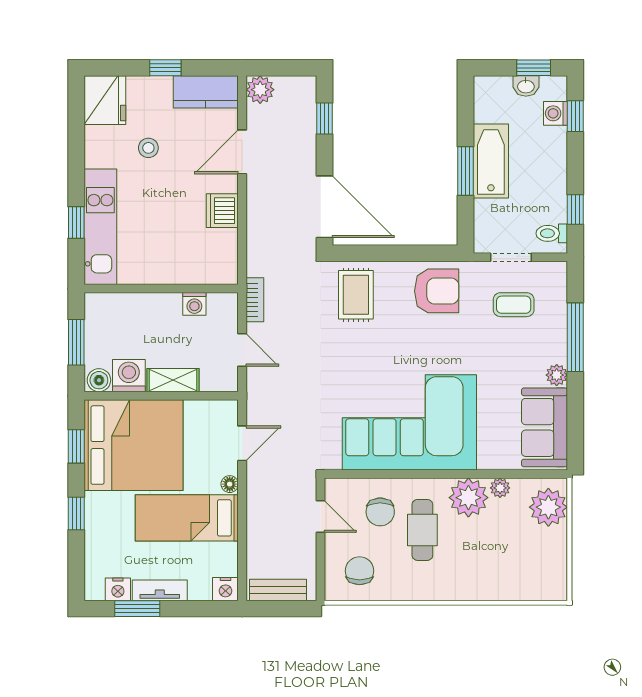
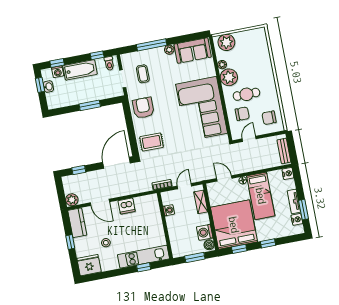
bathtub: (491, 161) -> (80, 70), moved, turned 180
shelving: (173, 380) -> (201, 202), moved

